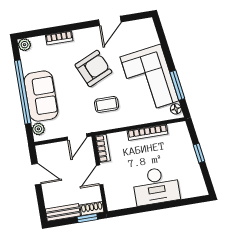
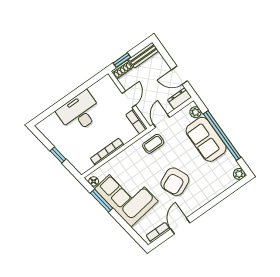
bookcase: (59, 38) -> (158, 232), moved
coffee table: (107, 104) -> (153, 144), moved
dresser: (48, 151) -> (179, 99), added

